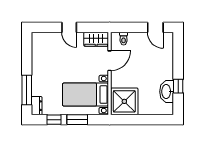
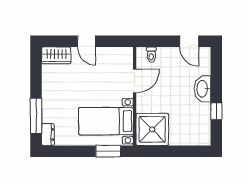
wardrobe: (96, 39) -> (56, 55), moved
washbasin: (167, 92) -> (203, 89), moved
window: (54, 120) -> (68, 151), removed
window: (77, 120) -> (108, 151), moved

